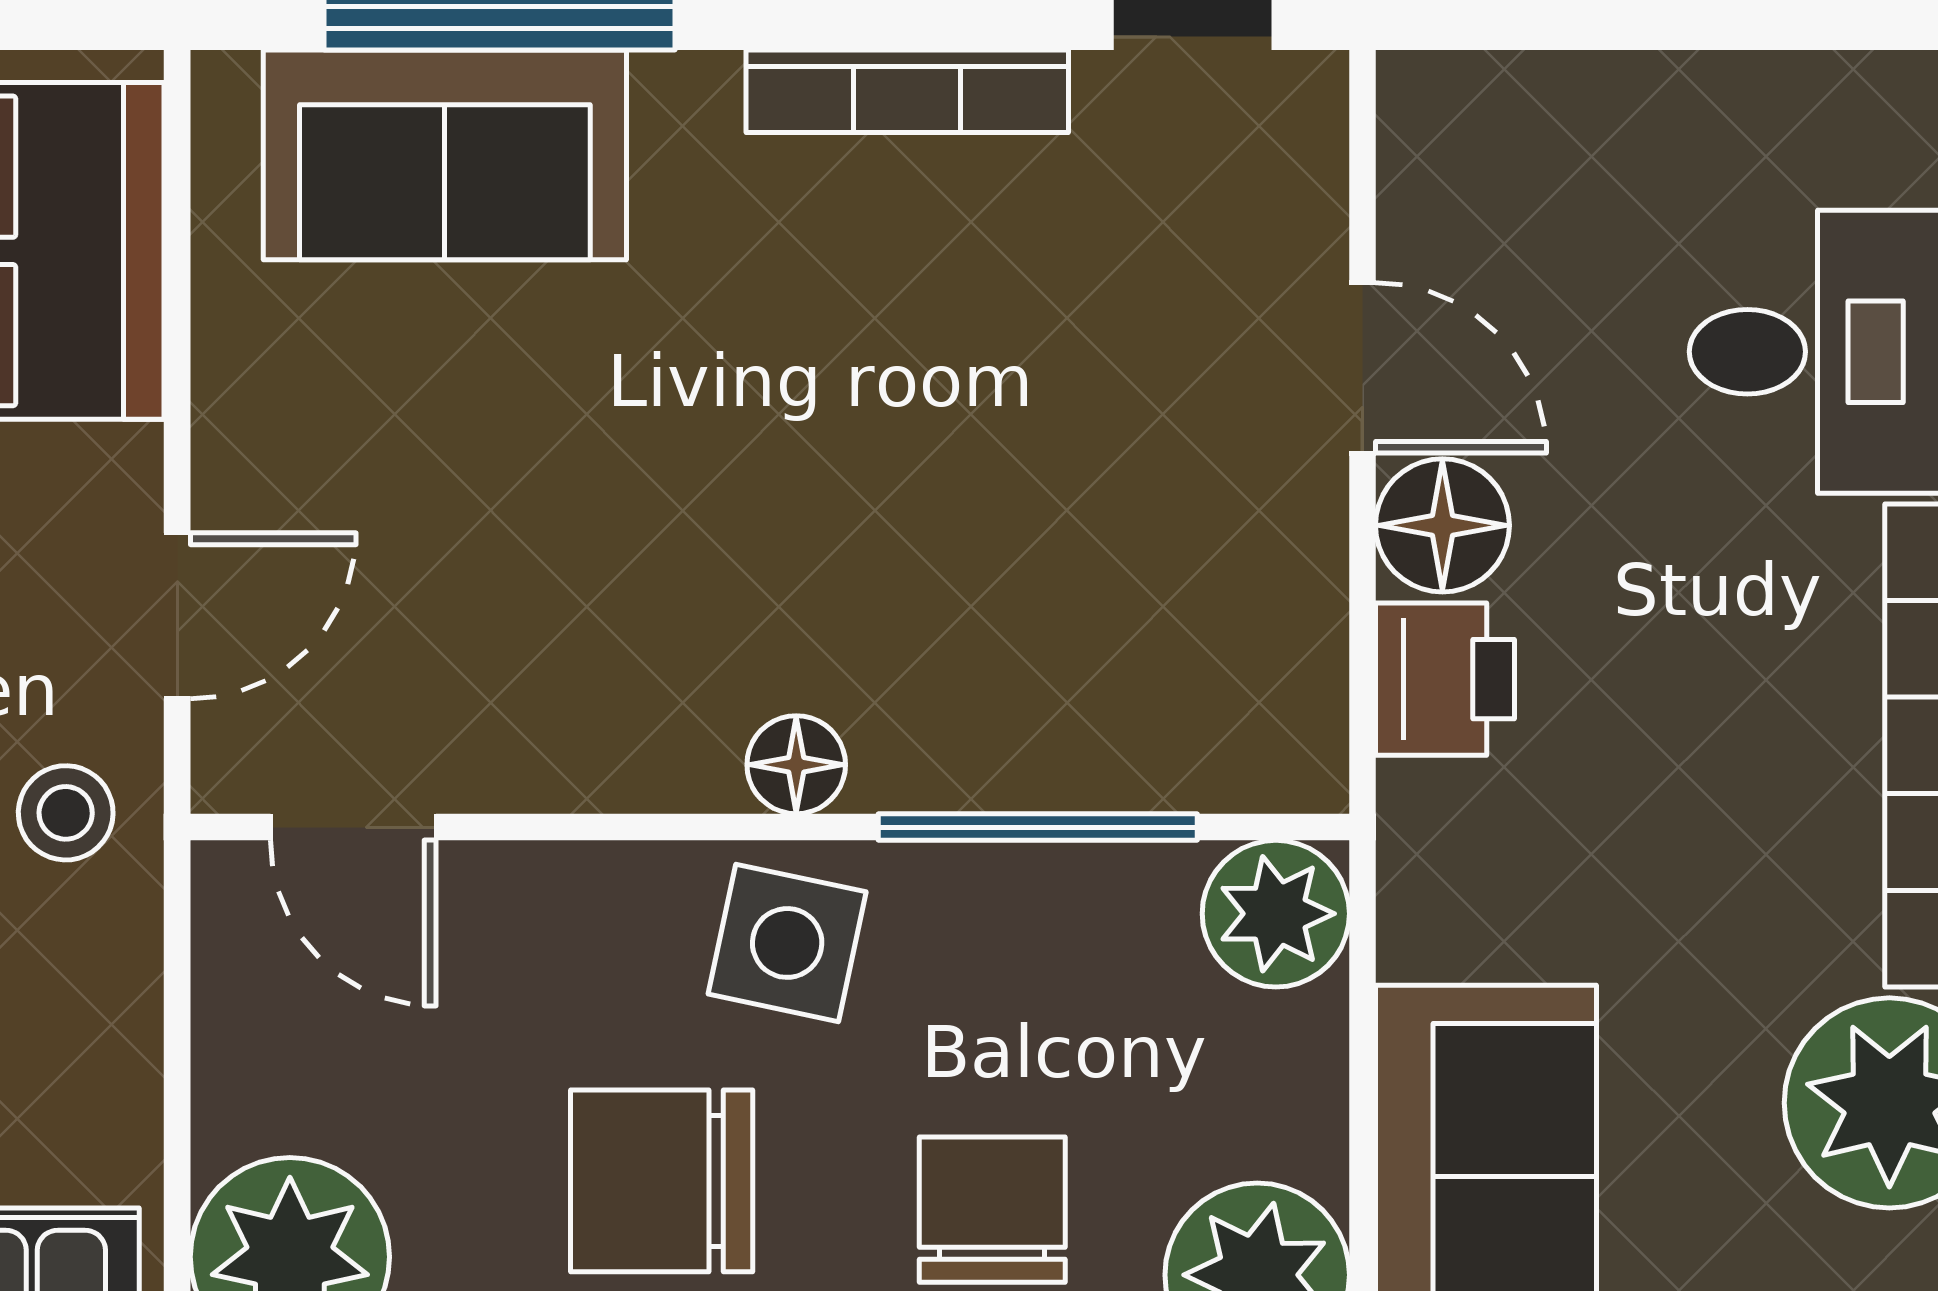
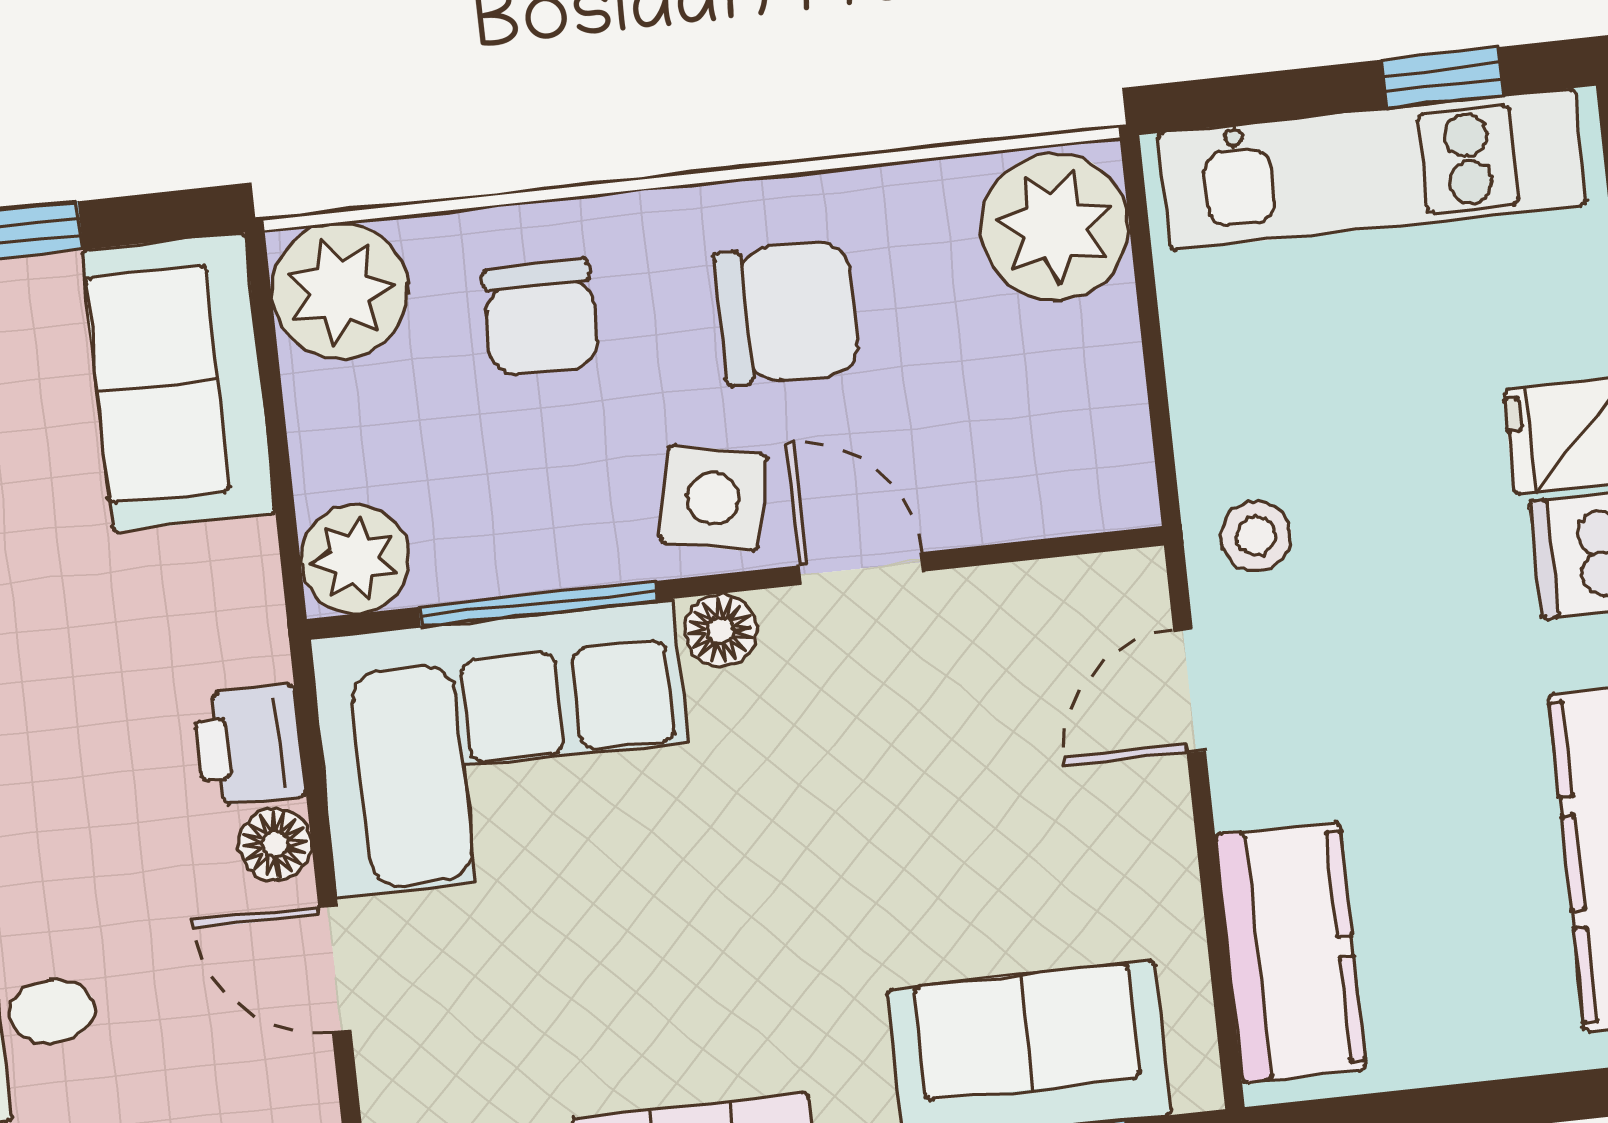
floor lamp: (1442, 525) -> (275, 844), width x0.73, depth x0.73
corner sofa: (1103, 638) -> (505, 749), added
door: (353, 827) -> (861, 569), moved

